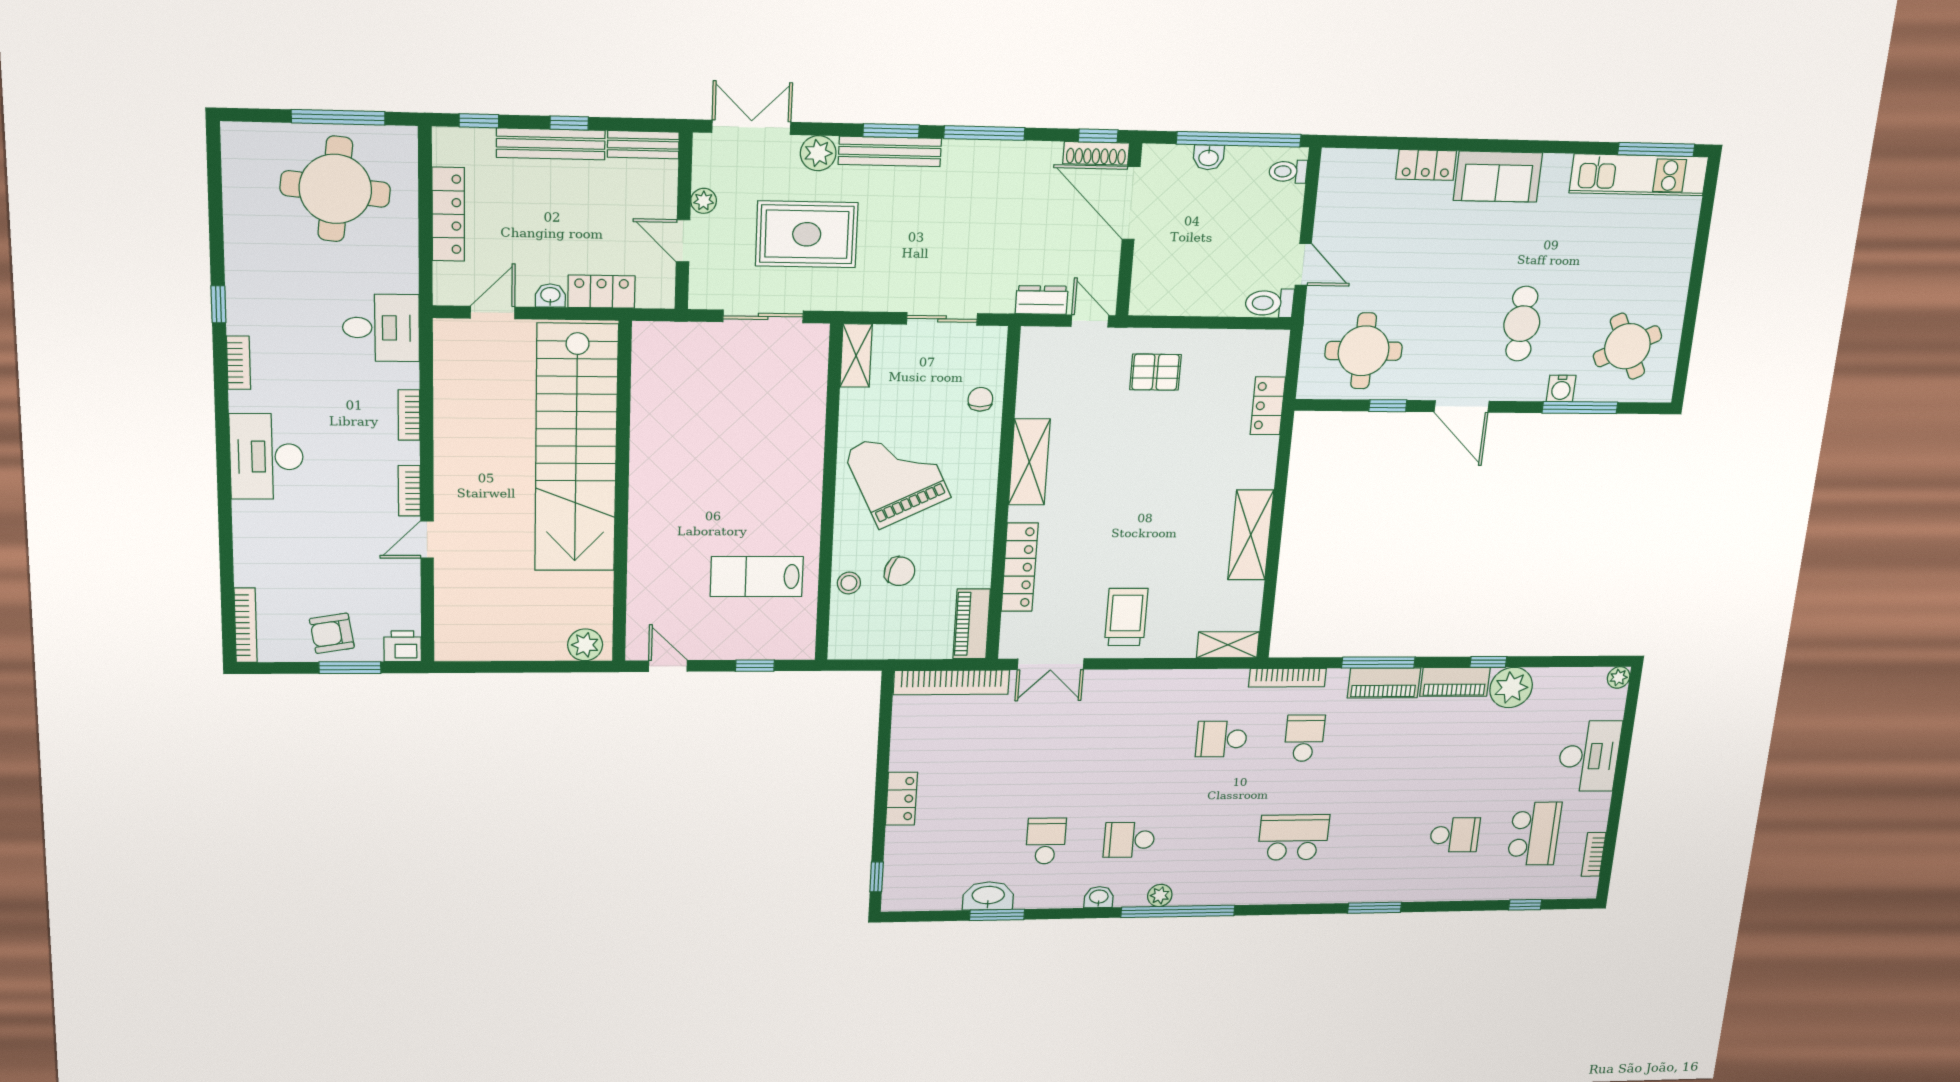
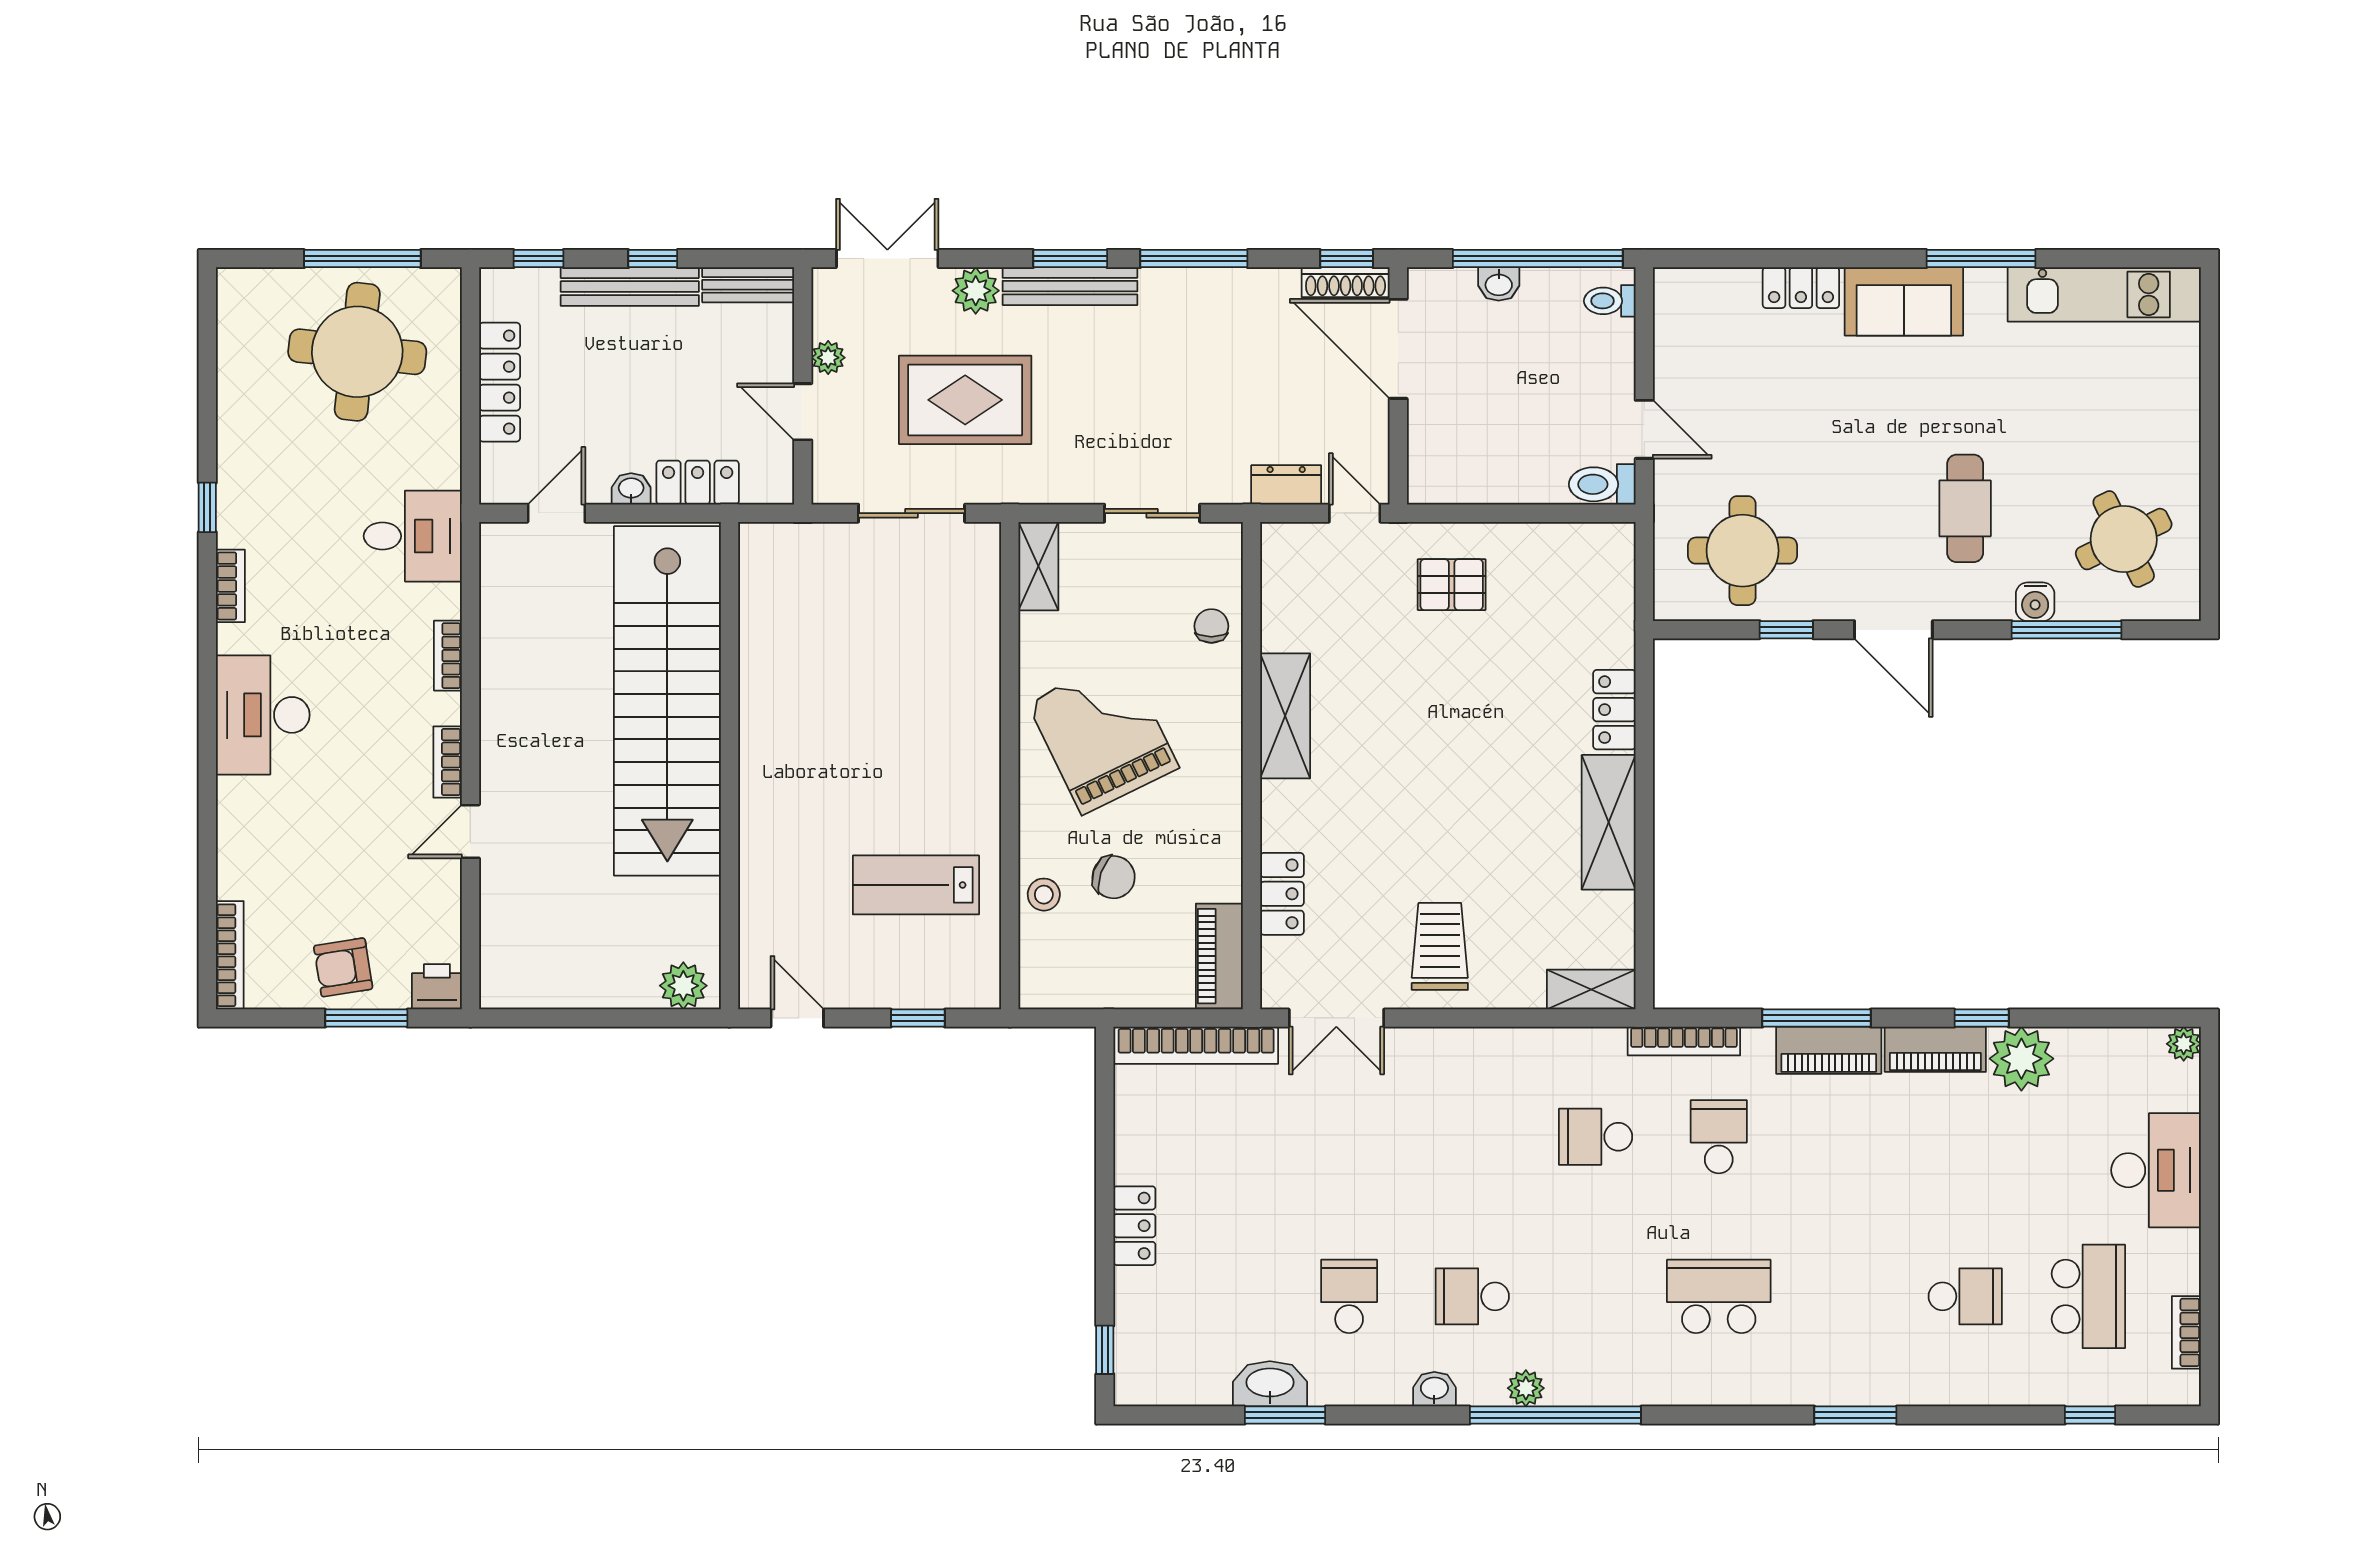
window: (1656, 149) -> (1981, 259), moved
locker: (1268, 406) -> (1614, 710), moved
locker: (1020, 567) -> (1282, 894), width x0.66

